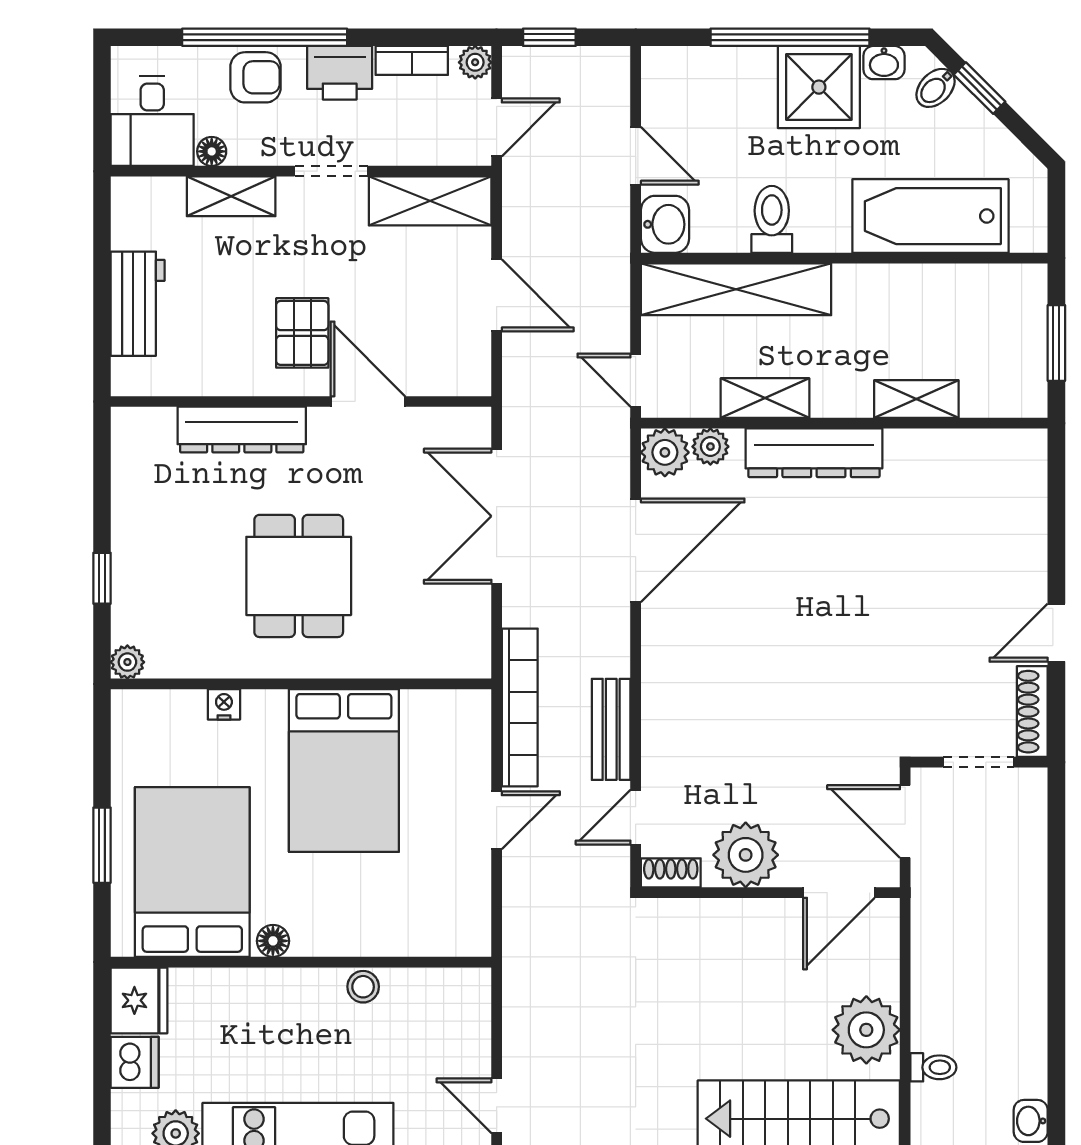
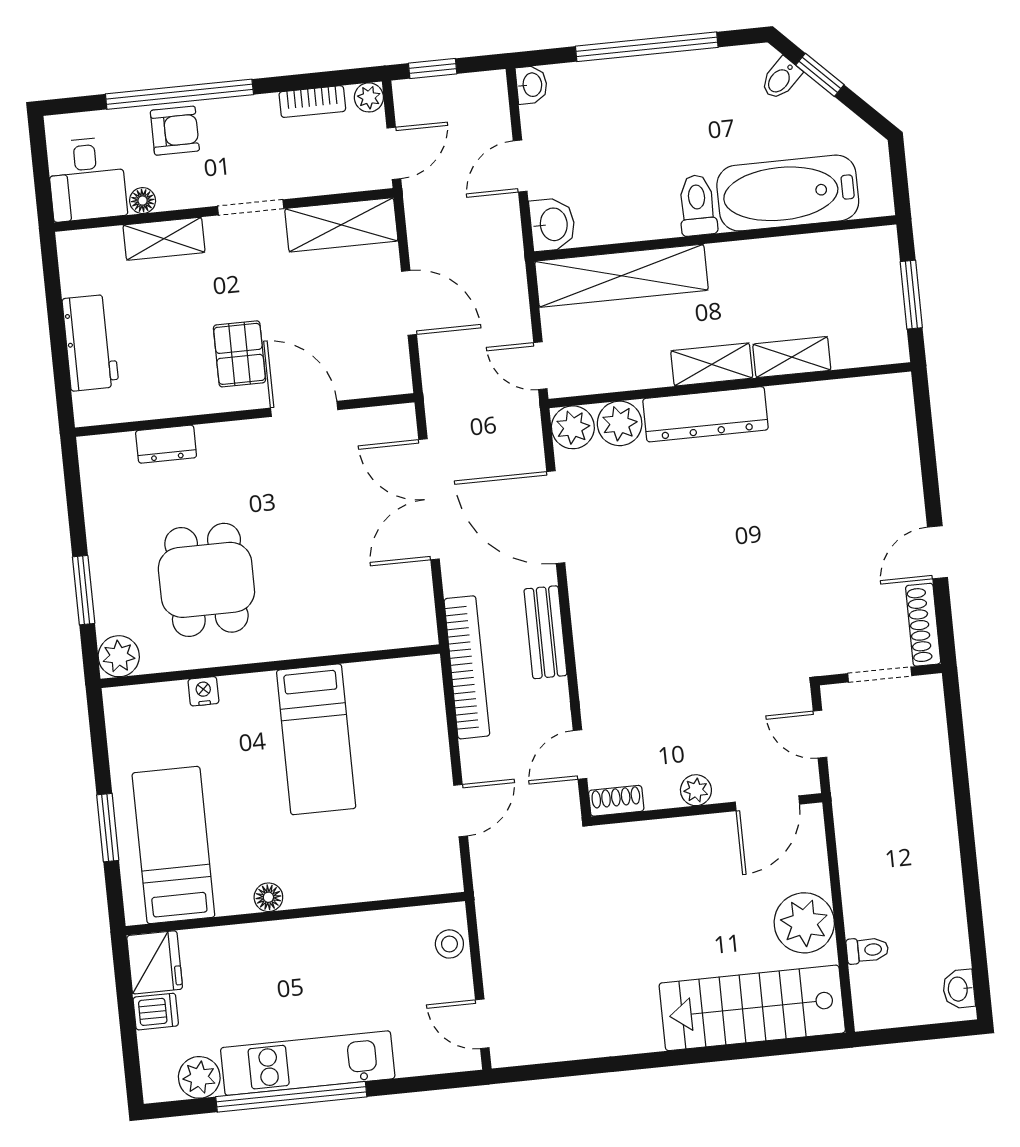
washbasin: (884, 63) -> (531, 85), moved, turned -90
printer: (340, 73) -> (249, 119), removed
shower: (819, 87) -> (677, 88), removed
door: (636, 156) -> (520, 166), swing flipped
toilet: (772, 219) -> (697, 205), moved
shelving: (765, 398) -> (712, 364), moved
dresser: (242, 430) -> (166, 444), width x0.51, depth x0.80
plant: (710, 447) -> (620, 423), width x1.38, depth x1.38
door: (636, 550) -> (556, 517), swing flipped
dining table: (299, 576) -> (206, 580), moved
window: (102, 578) -> (84, 590), width x1.50
plant: (127, 662) -> (119, 656), width x1.38, depth x1.38
bench: (611, 729) -> (545, 632), moved
bed: (344, 771) -> (316, 739), width x0.67
door: (497, 820) -> (461, 811), moved
door: (905, 822) -> (820, 734), width x0.73
plant: (746, 855) -> (696, 790), width x0.53, depth x0.53
bed: (192, 872) -> (173, 845), width x0.67
stool: (363, 987) -> (449, 944), moved
dishwasher: (135, 1062) -> (156, 1012), width x0.73

